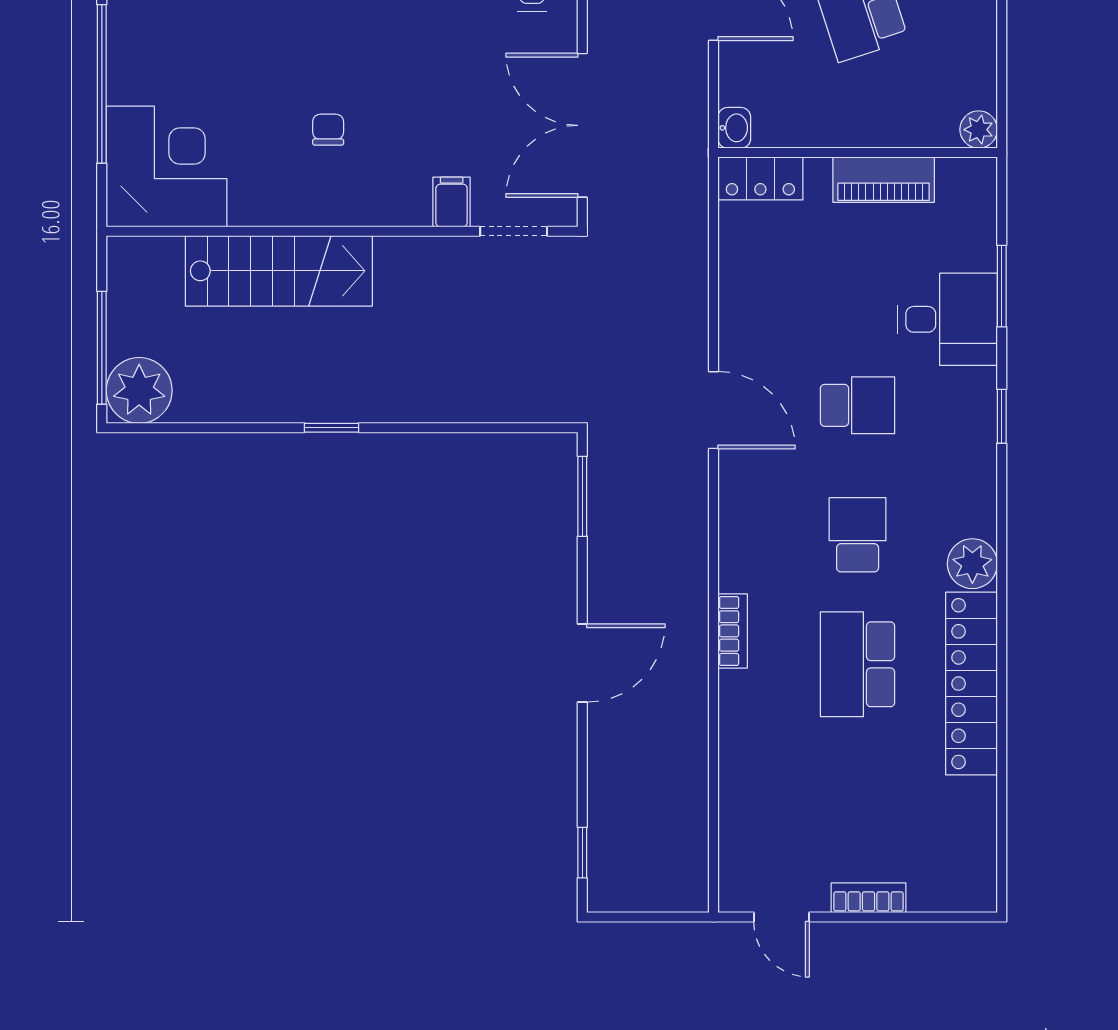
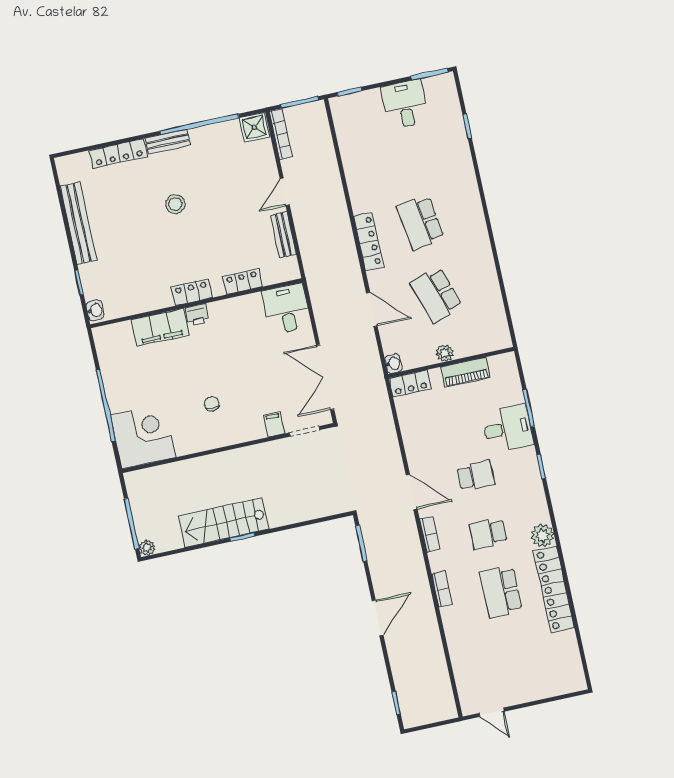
plant: (979, 130) -> (445, 353), moved
stairs: (279, 271) -> (224, 523), moved, turned 180
plant: (139, 390) -> (147, 548), width x0.53, depth x0.53
school desk: (858, 535) -> (488, 534), turned -90
bookcase: (869, 898) -> (430, 534), moved, turned 90

